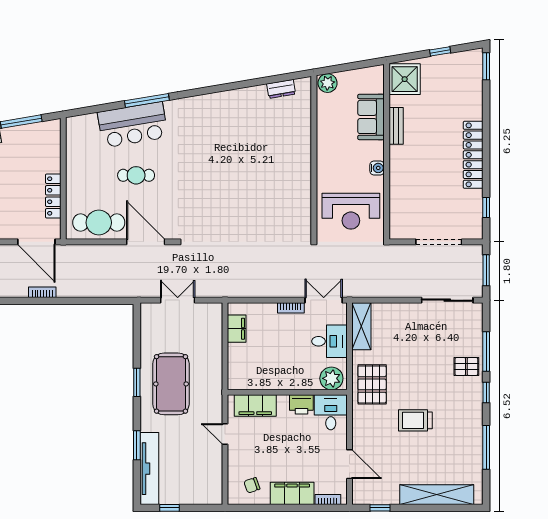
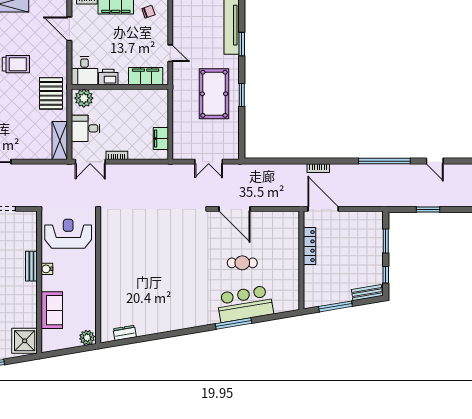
bench: (396, 126) -> (31, 266), moved
cafe table: (99, 223) -> (273, 225), removed

